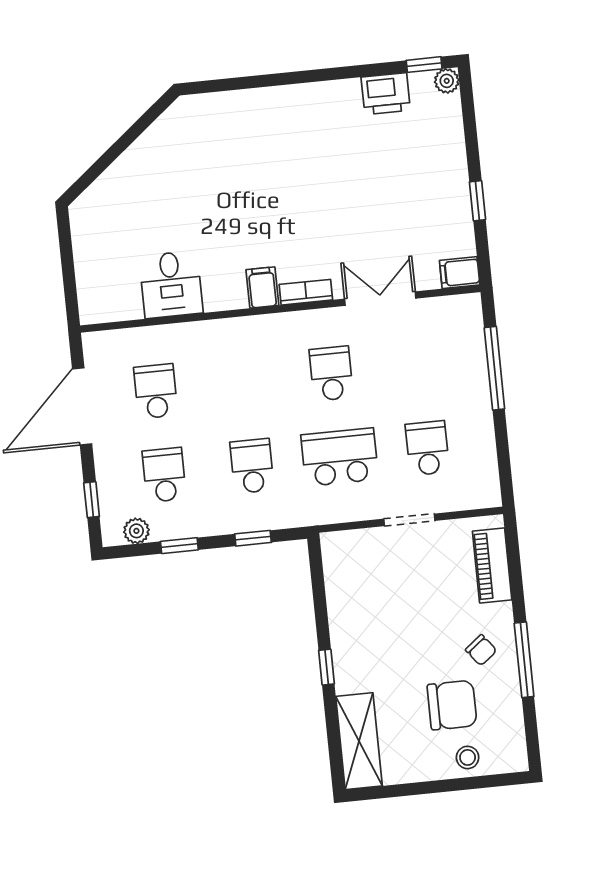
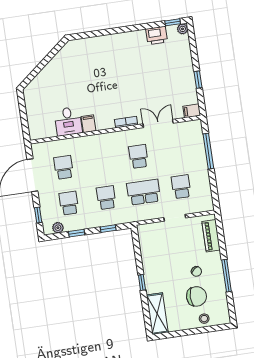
filing cabinet: (262, 288) -> (89, 124), moved
chair: (481, 650) -> (196, 271), moved

